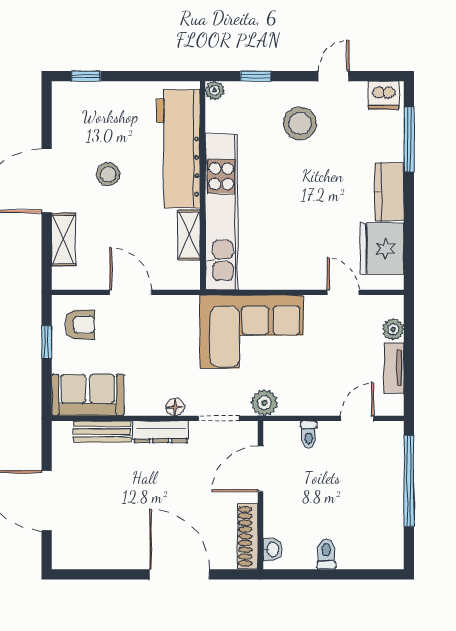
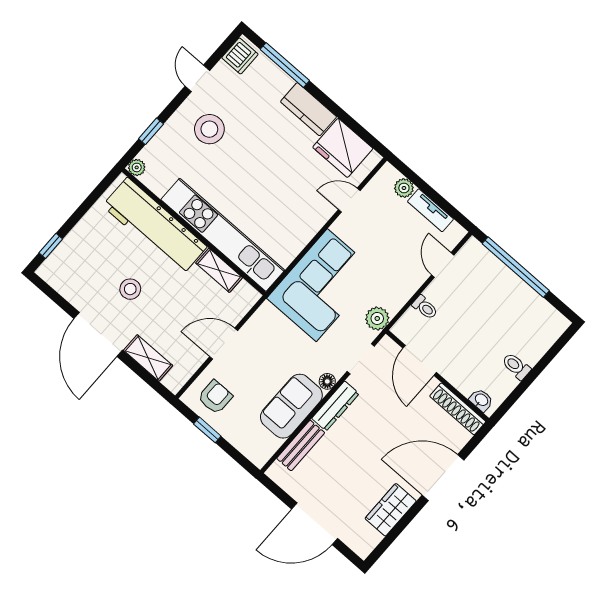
sofa: (88, 395) -> (291, 406), moved
wardrobe: (114, 554) -> (391, 510), added

